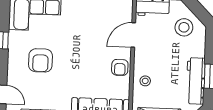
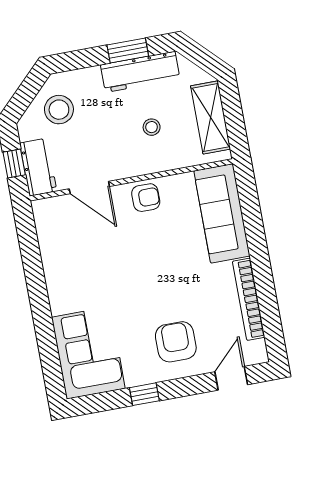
armchair: (40, 60) -> (176, 342), moved, turned -90
stool: (145, 81) -> (152, 127), moved

